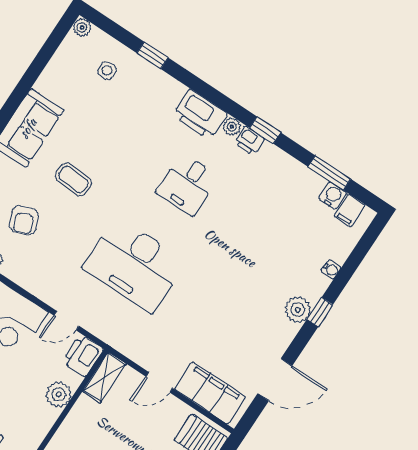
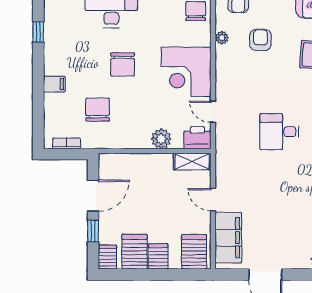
armchair: (24, 220) -> (260, 40), turned 112
desk: (134, 265) -> (279, 132), width x0.53, depth x0.77

